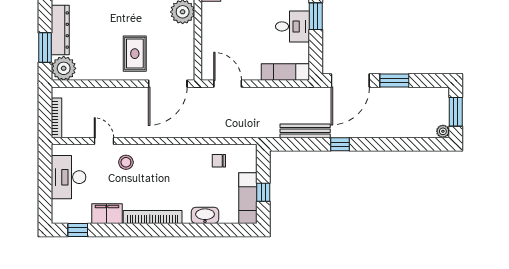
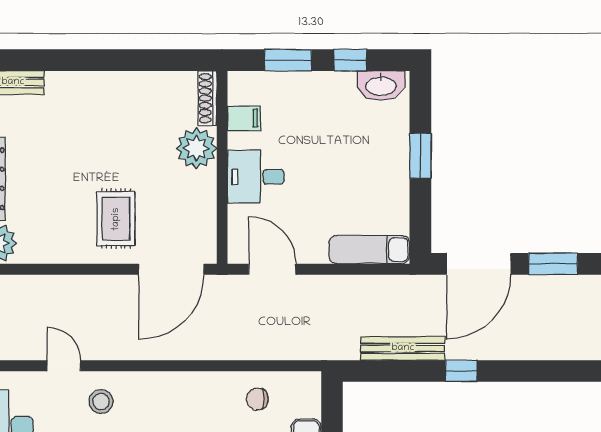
desk: (292, 26) -> (256, 177), moved, turned 180

